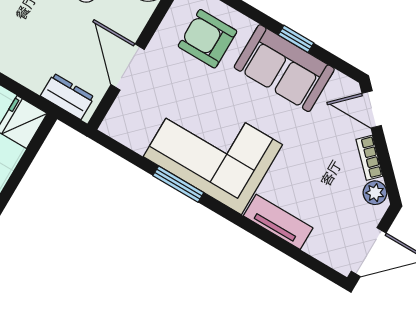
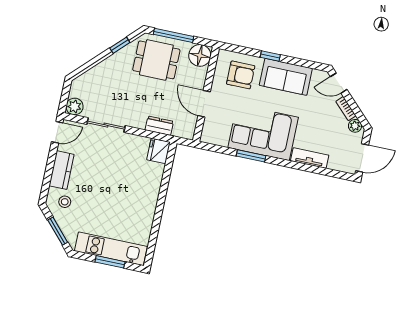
armchair: (207, 39) -> (241, 75), turned 180
window: (296, 39) -> (270, 56), moved
dresser: (67, 96) -> (159, 126), moved

